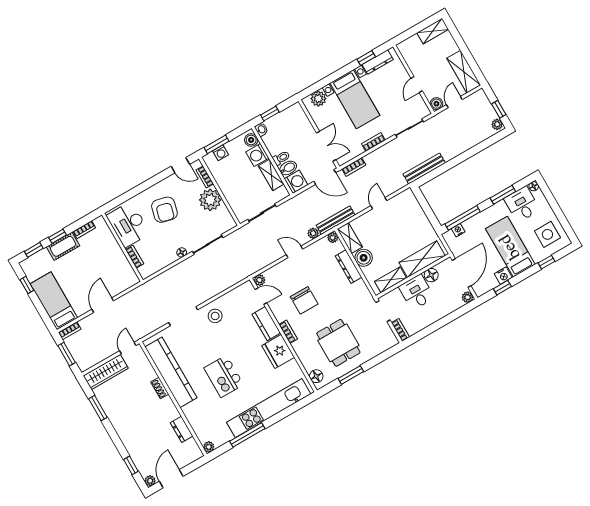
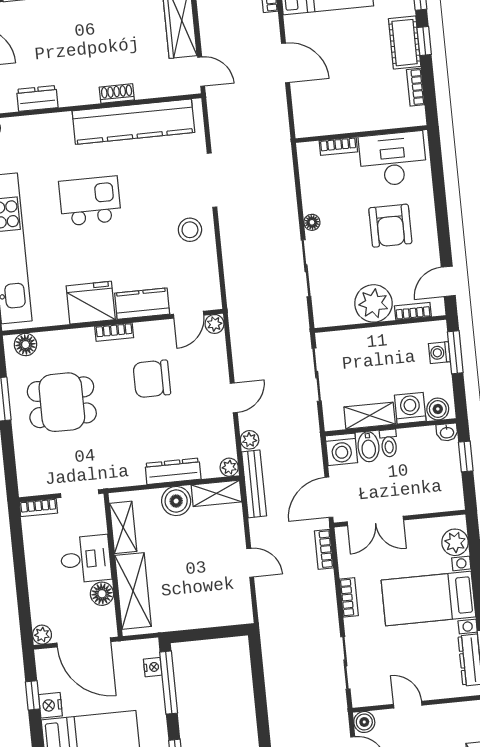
bench: (424, 169) -> (272, 658), removed
armchair: (164, 210) -> (390, 226), turned -104

